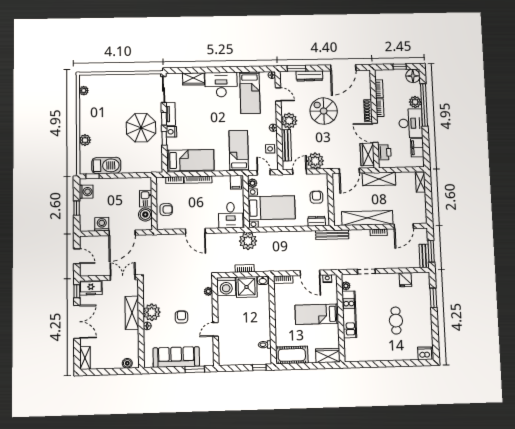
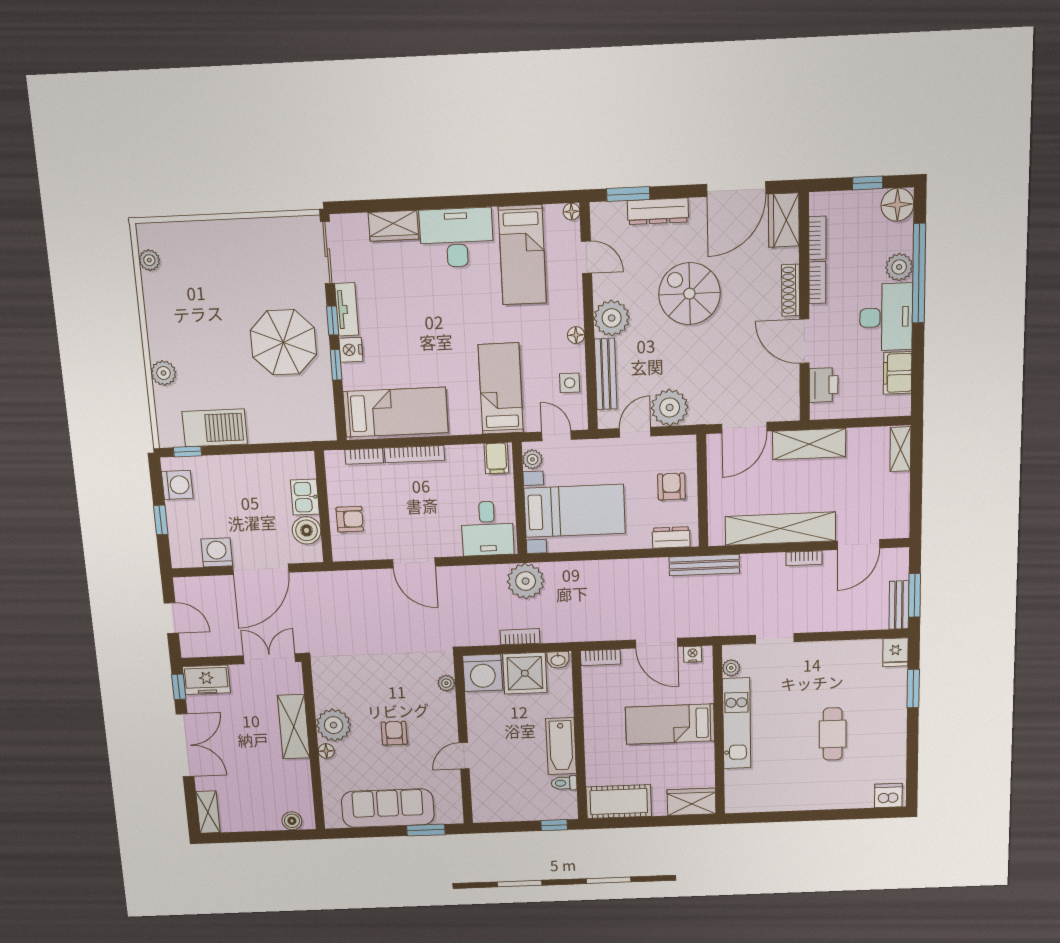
wardrobe: (367, 154) -> (784, 220), moved
fridge: (405, 280) -> (895, 652), moved
bathtub: (264, 325) -> (561, 746), added

